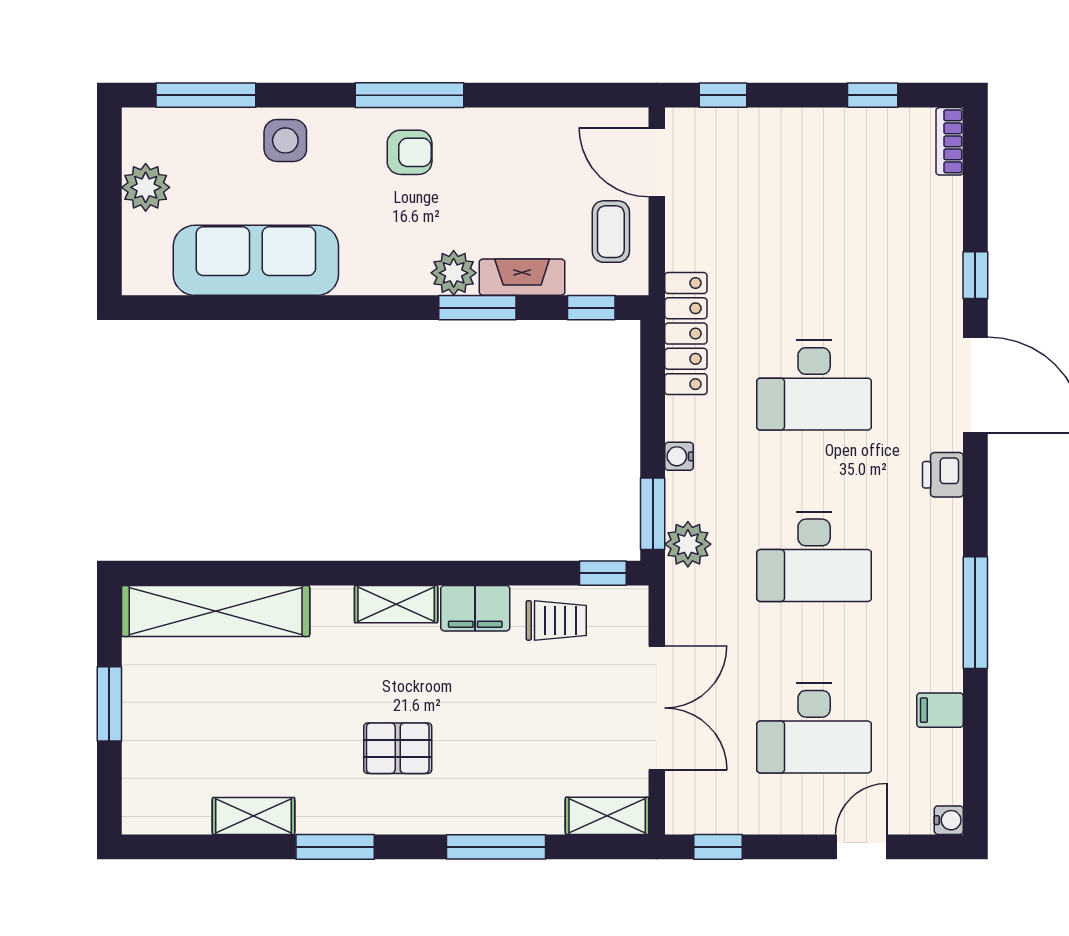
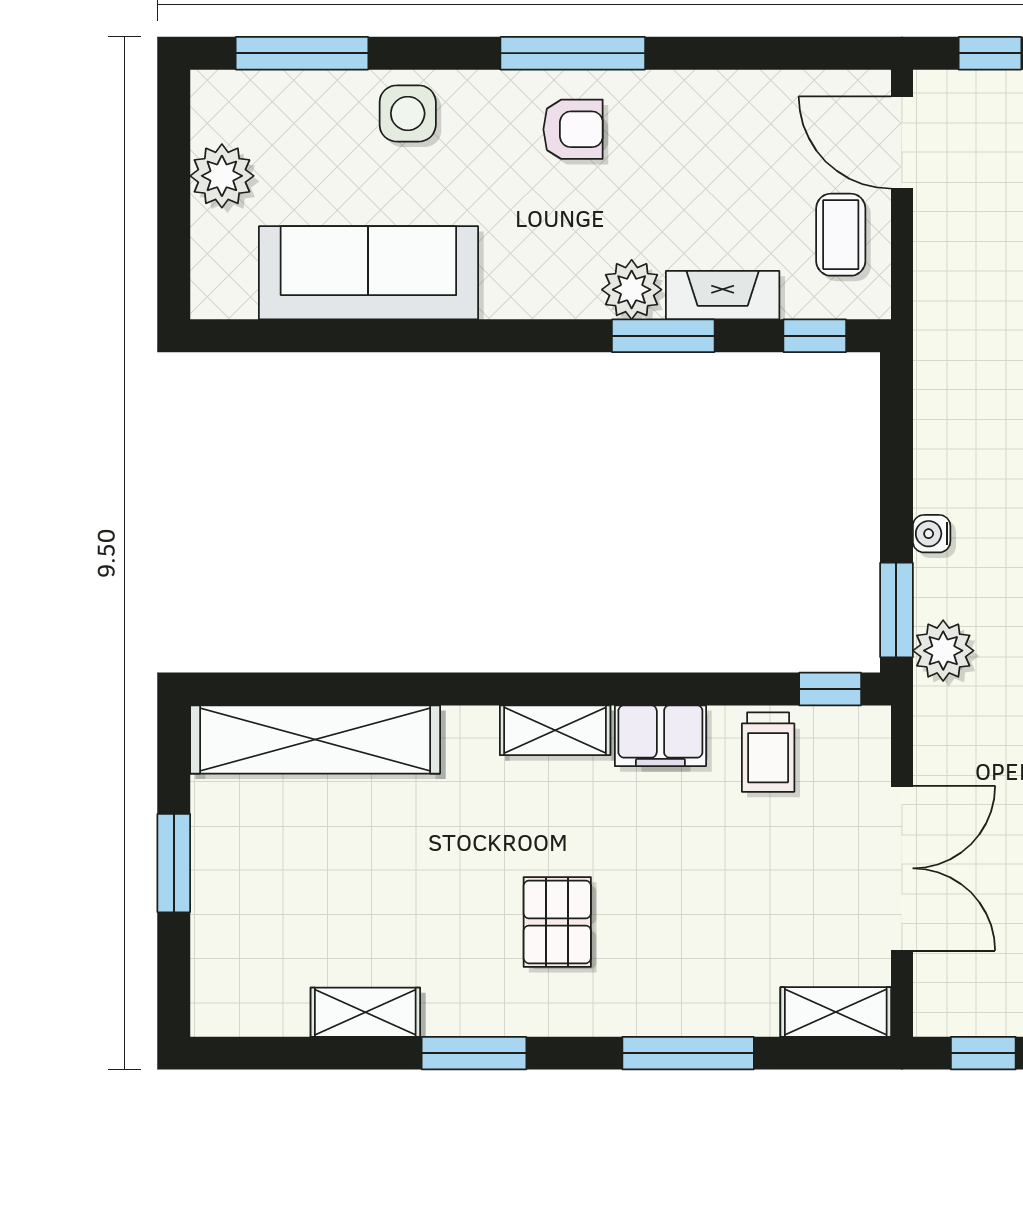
locker: (686, 334) -> (941, 370), removed
trolley: (556, 620) -> (768, 752), turned 90
pallet: (398, 748) -> (557, 922), turned 90

